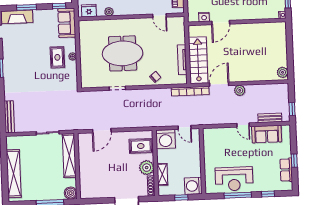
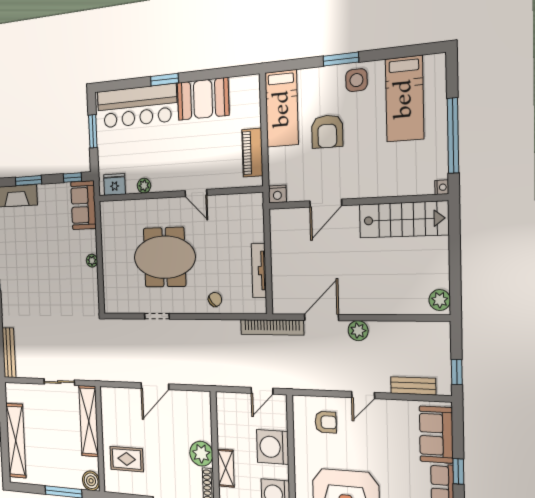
door: (159, 16) -> (196, 193), moved
nightstand: (204, 17) -> (277, 194), moved
rug: (57, 57) -> (71, 262), removed
stairs: (198, 60) -> (404, 219), moved, turned 90
door: (243, 125) -> (363, 395), hinge flipped
door: (185, 127) -> (262, 391), hinge flipped
door: (102, 131) -> (155, 386), moved
sofa: (267, 134) -> (436, 435), moved, turned 90
washing machine: (165, 139) -> (273, 447), moved, turned 90
armchair: (222, 142) -> (326, 422), added
rug: (141, 146) -> (127, 459), moved

